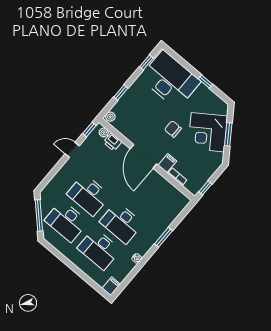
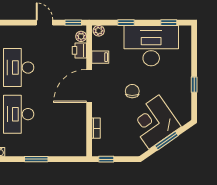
desk: (170, 80) -> (151, 46), moved, turned -90
filing cabinet: (167, 163) -> (100, 57), moved

